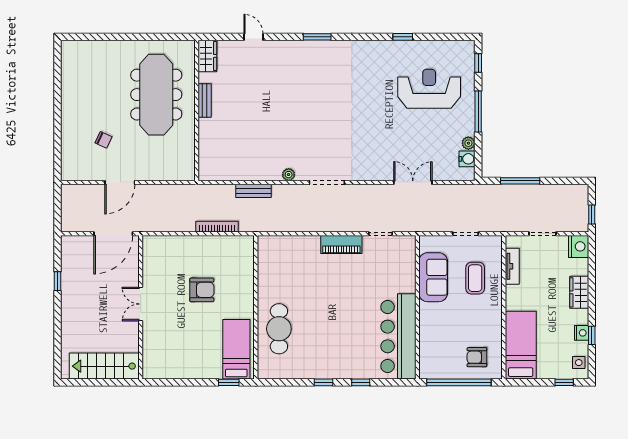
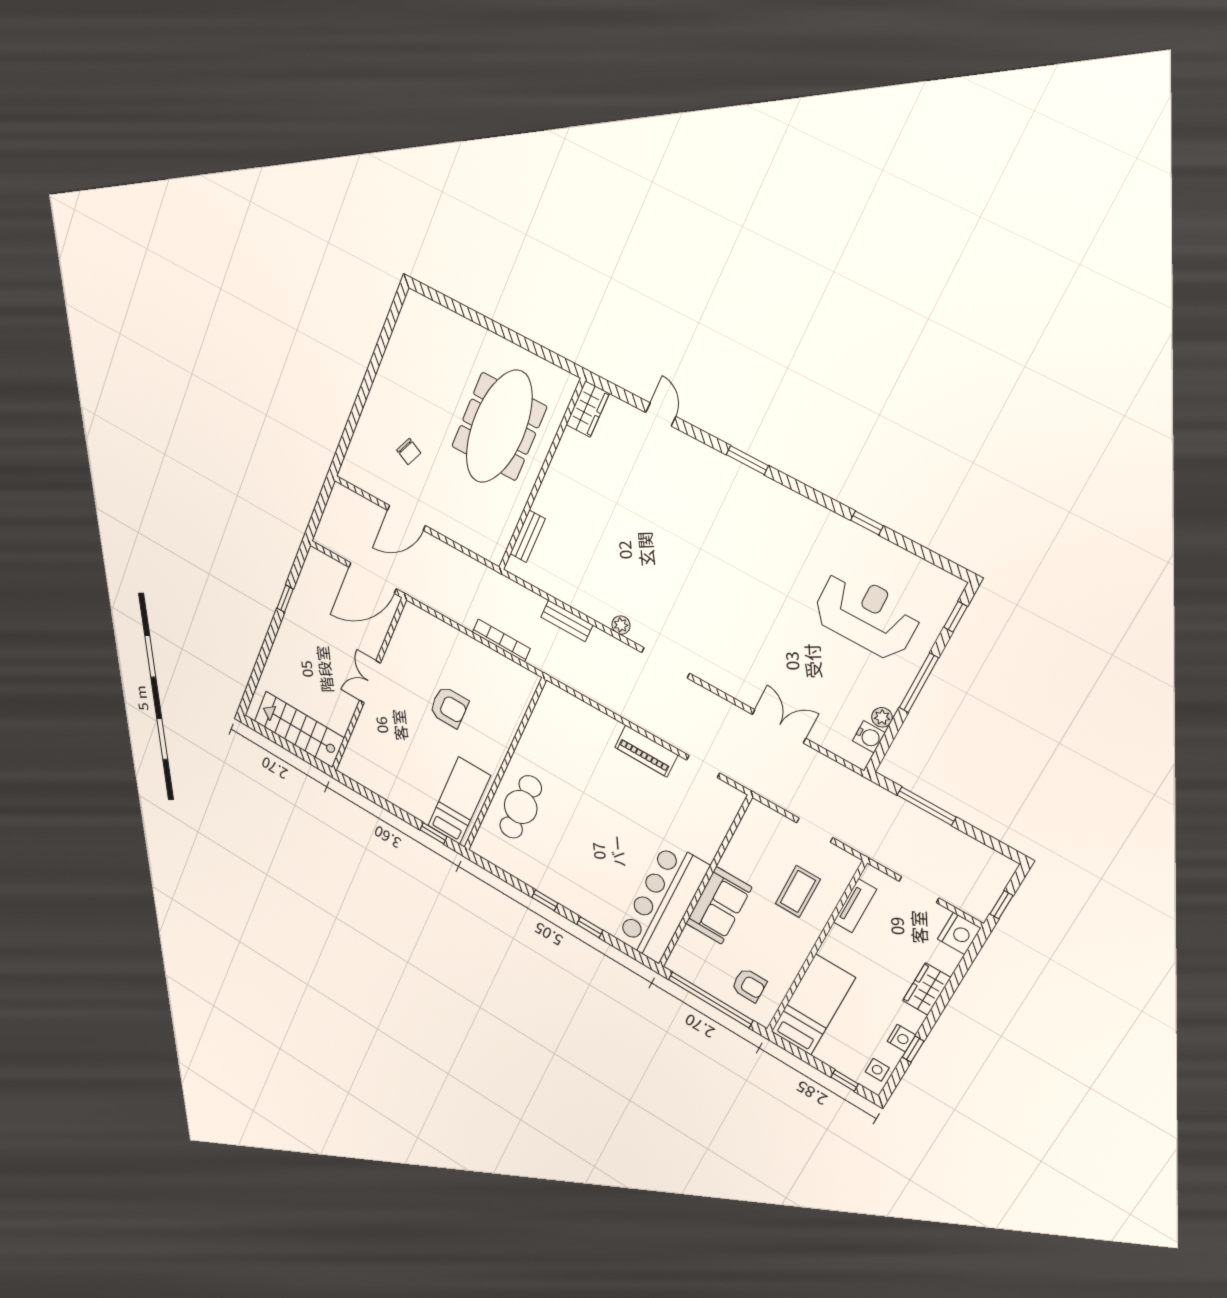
bench: (205, 101) -> (528, 536), moved
sofa: (433, 277) -> (719, 905), moved
armchair: (477, 357) -> (749, 985), turned 180

